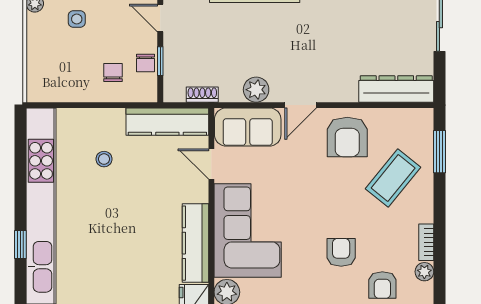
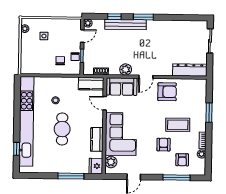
door: (160, 18) -> (82, 36), swing flipped
kitchen counter: (167, 122) -> (91, 84), width x0.67
armchair: (347, 137) -> (167, 92), turned -90
window: (439, 152) -> (209, 113), moved
coffee table: (393, 178) -> (178, 125), moved, turned 51
cafe table: (119, 222) -> (62, 129), added
kitchen counter: (195, 243) -> (97, 139), width x0.67
window: (20, 244) -> (17, 149), moved

